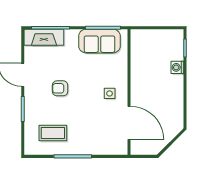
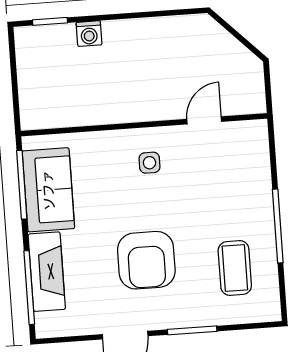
fireplace: (44, 37) -> (47, 272), moved
armchair: (60, 88) -> (146, 260), width x1.88, depth x1.88
door: (129, 123) -> (204, 120), width x0.53

